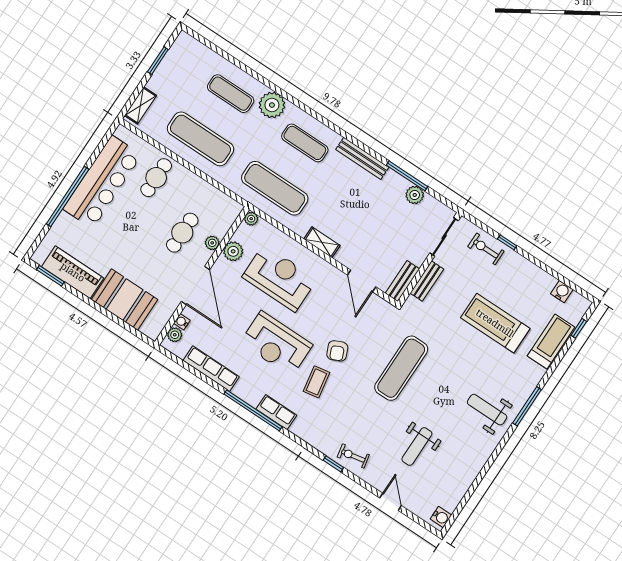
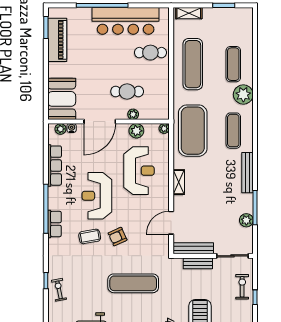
exercise mat: (275, 188) -> (193, 131), width x1.47
bench: (403, 281) -> (193, 248), width x1.36
booth: (125, 300) -> (62, 99), moved

